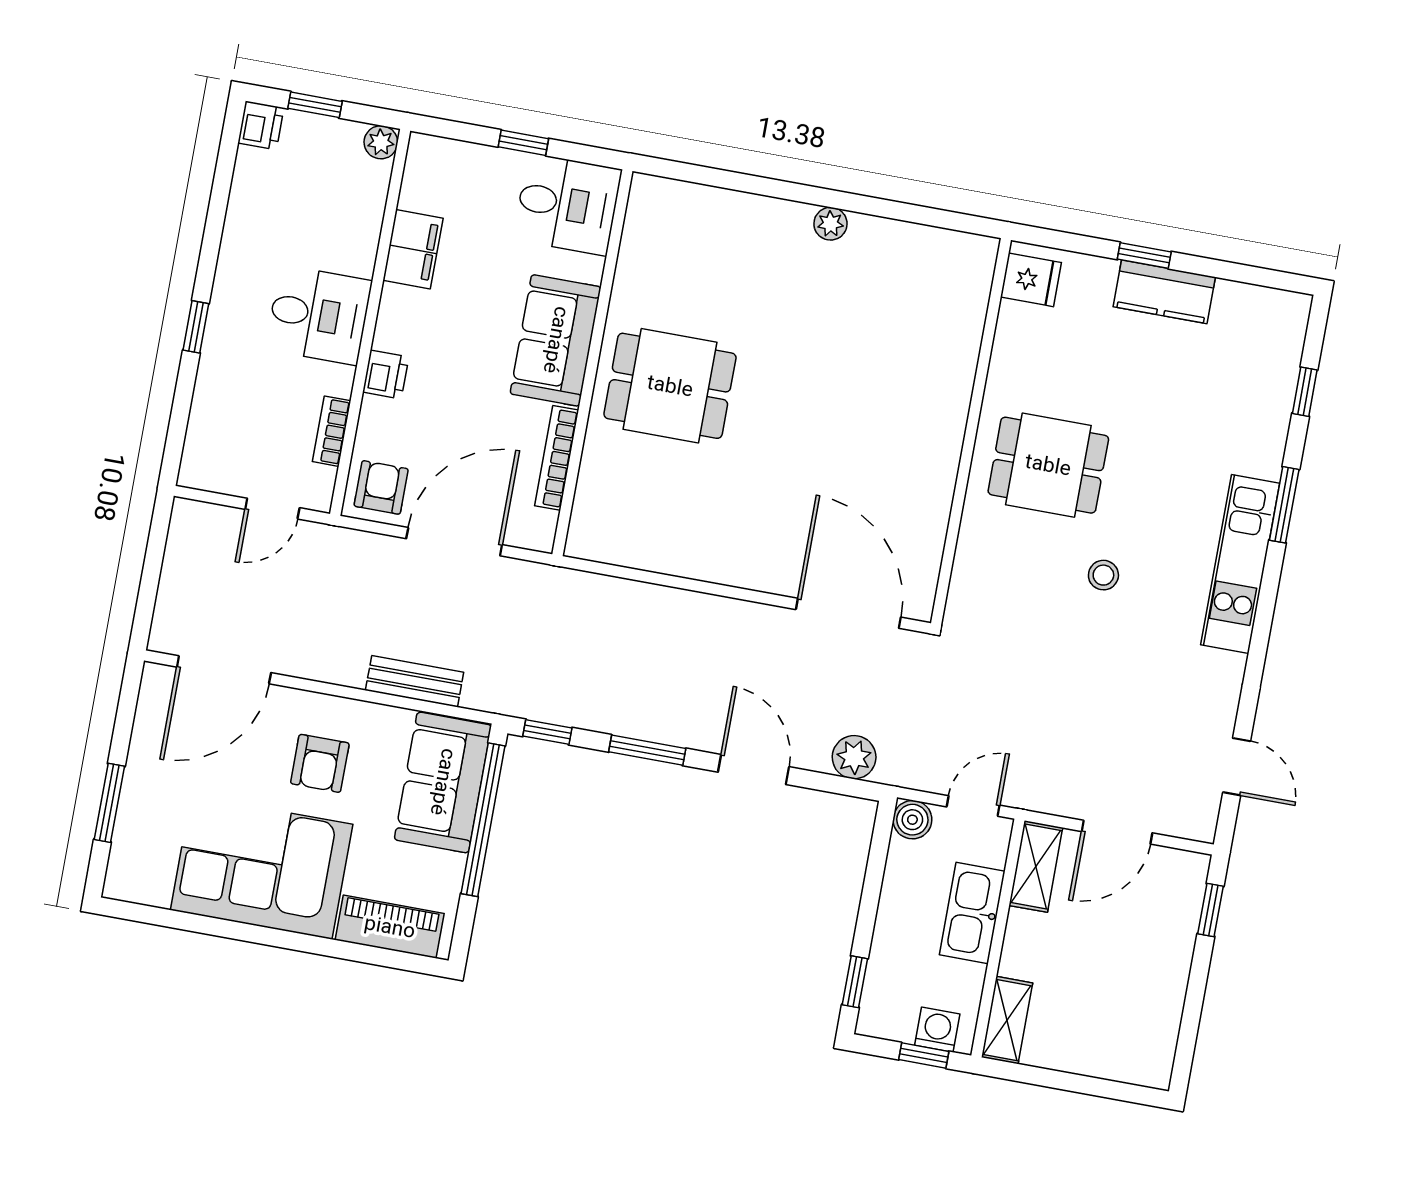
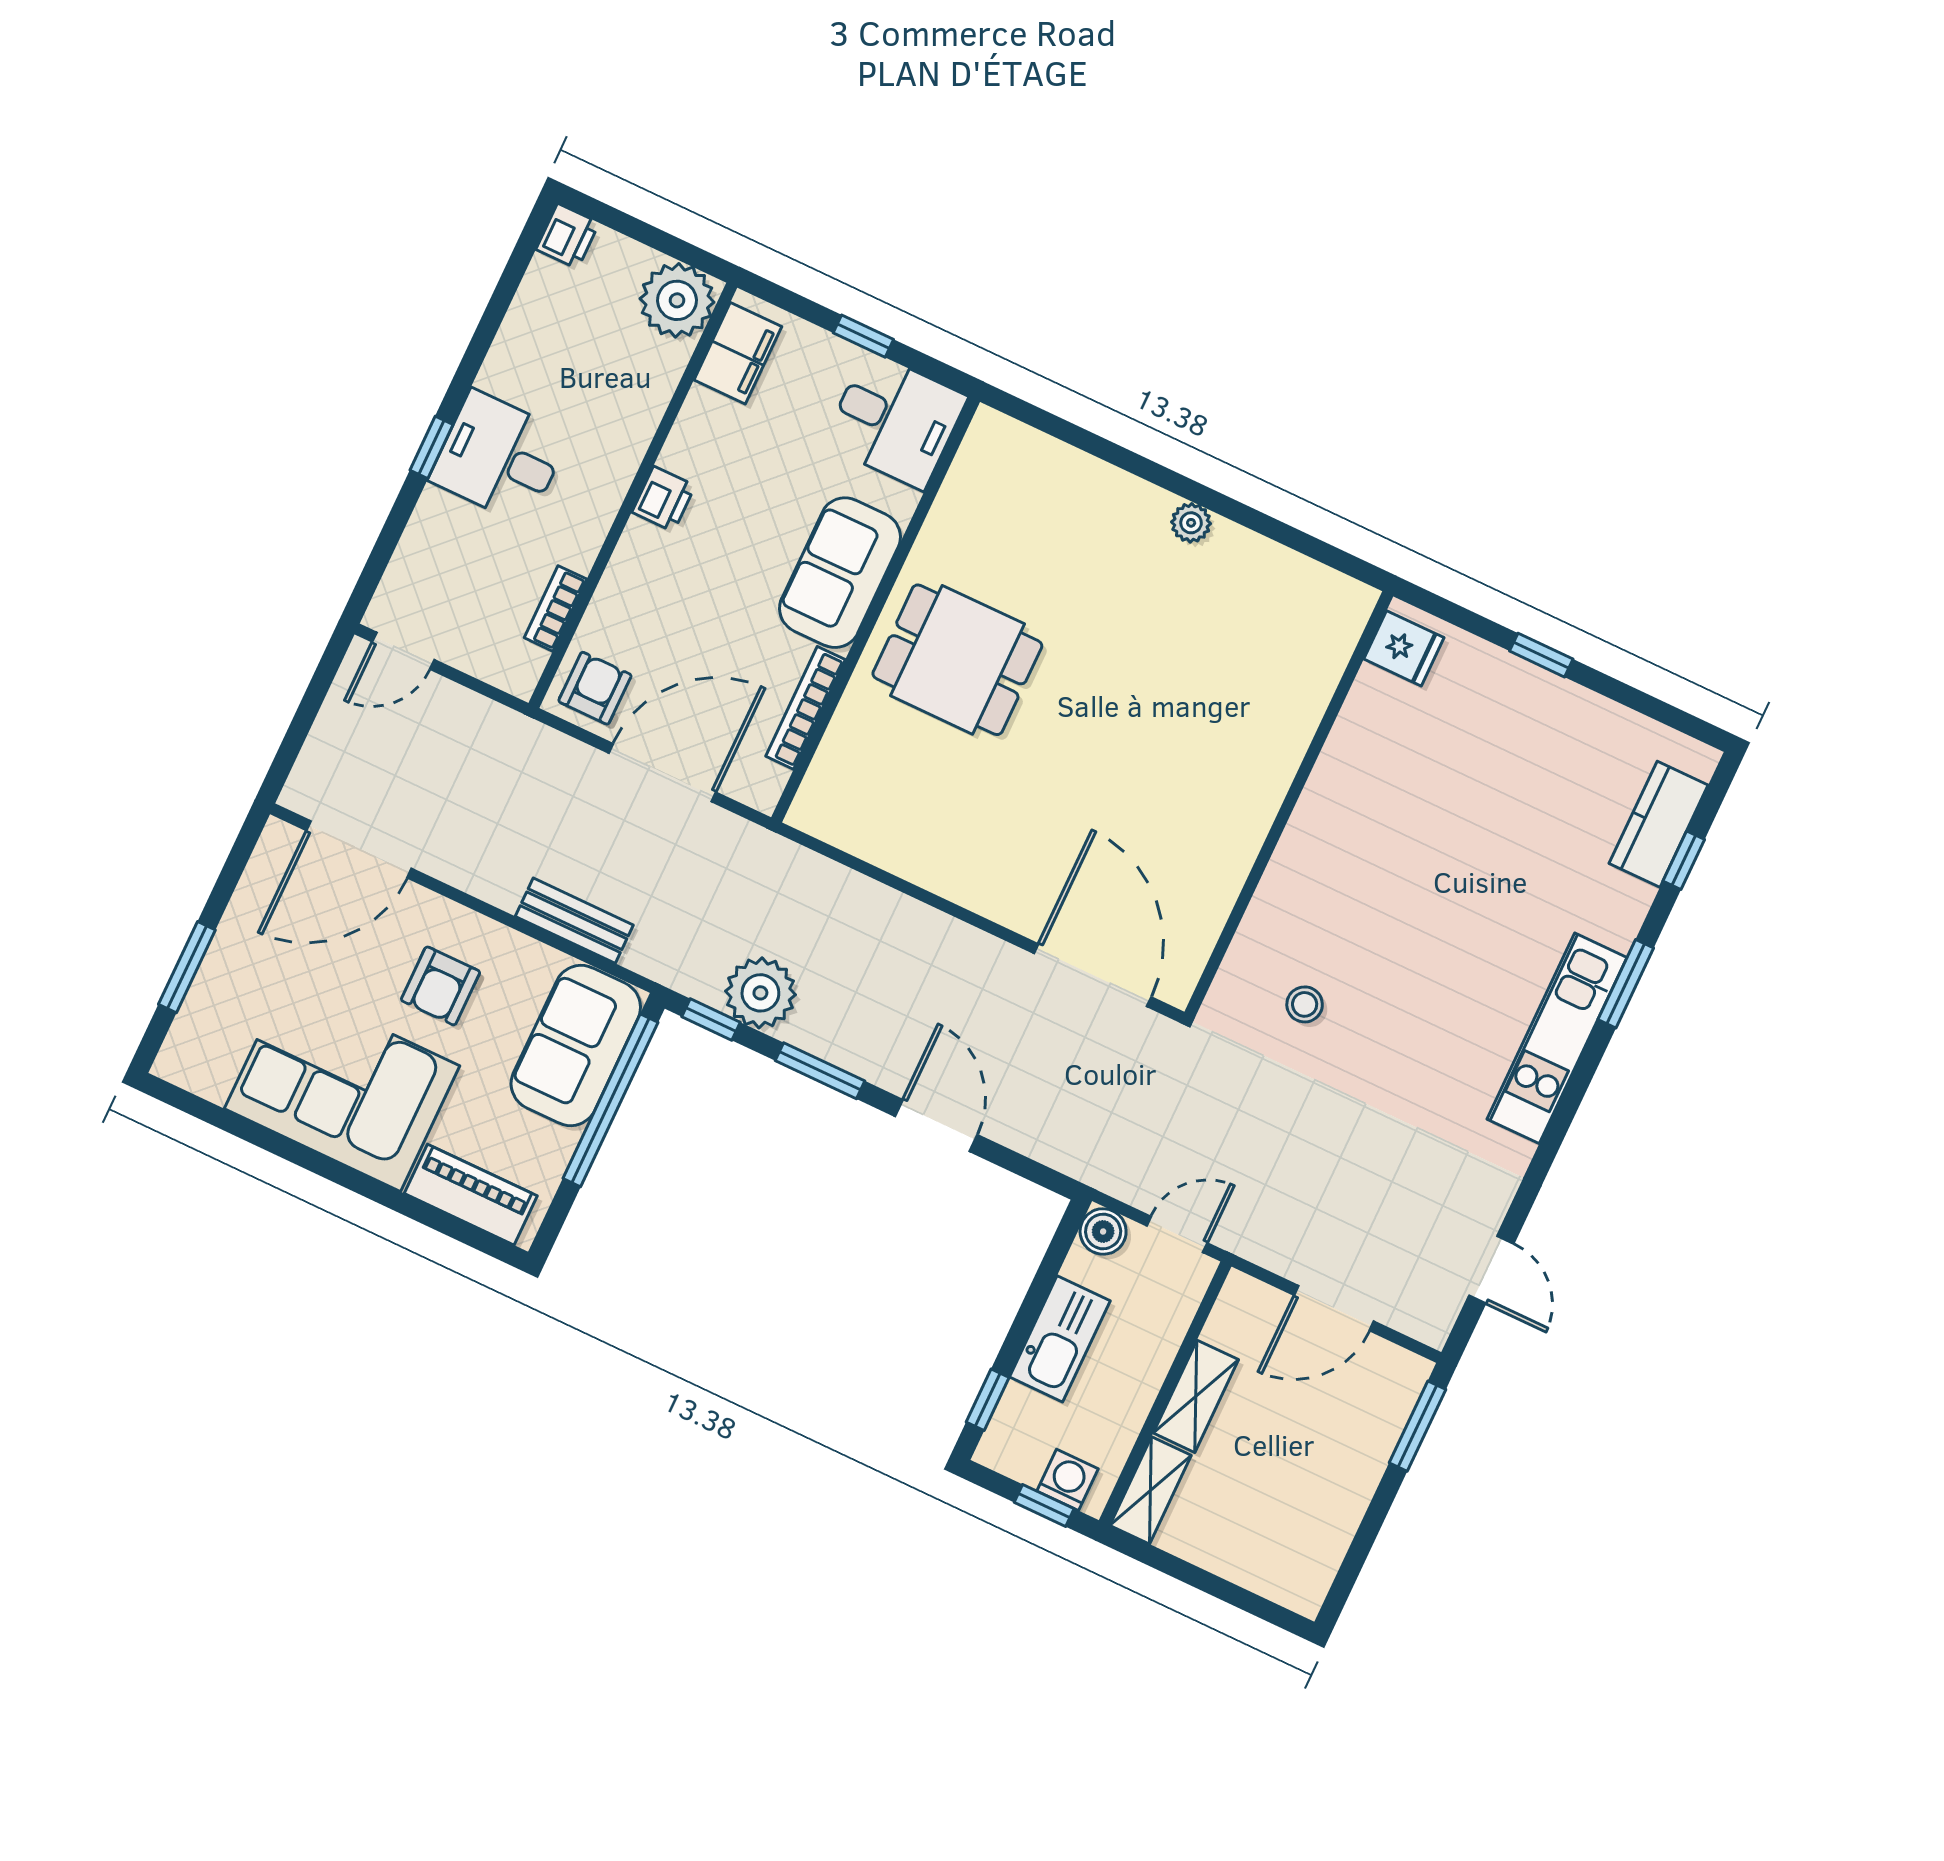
window: (315, 105) -> (636, 229), removed
plant: (381, 142) -> (677, 300), width x1.88, depth x1.88
filing cabinet: (413, 249) -> (738, 353), moved
kitchen counter: (1164, 292) -> (1659, 824), moved, turned 90
desk: (319, 315) -> (499, 457), moved, turned 180
printer: (386, 375) -> (664, 499), moved
dining table: (1048, 465) -> (1367, 866), removed
door: (272, 509) -> (403, 651), moved
stool: (1103, 575) -> (1305, 1004), moved
plant: (854, 757) -> (760, 993), moved, width x1.36, depth x1.36
shelving: (1036, 866) -> (1196, 1396), moved
window: (1211, 910) -> (1418, 1426), width x1.50
kitchen sink: (972, 913) -> (1060, 1339), moved, turned 180

